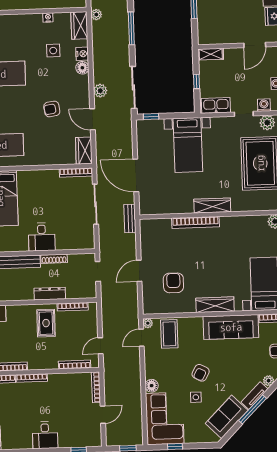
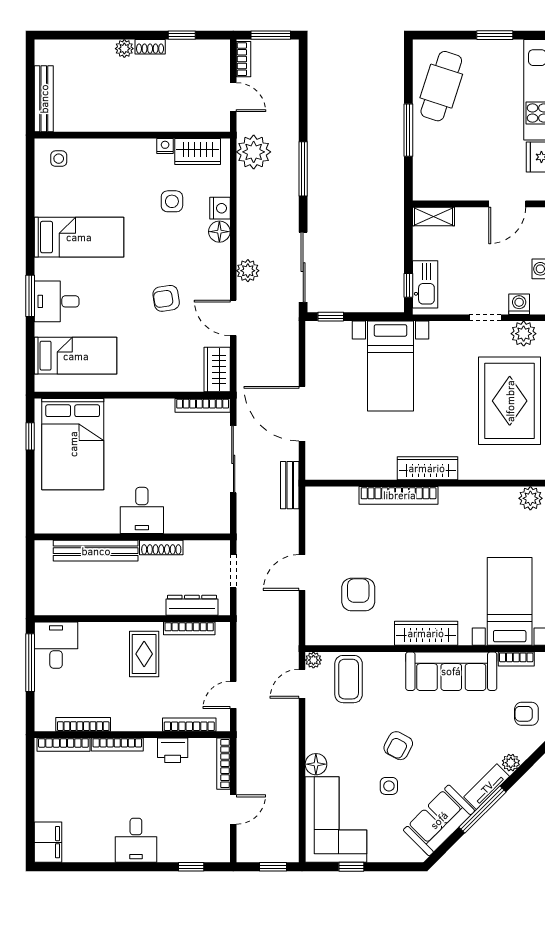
plant: (96, 15) -> (254, 152), width x1.87, depth x1.87
wardrobe: (79, 25) -> (198, 152), moved, turned -90
window: (197, 81) -> (408, 285), moved
kitchen sink: (216, 105) -> (425, 284), moved, turned 90
dresser: (50, 294) -> (192, 605), moved
printer: (65, 380) -> (173, 750), added

